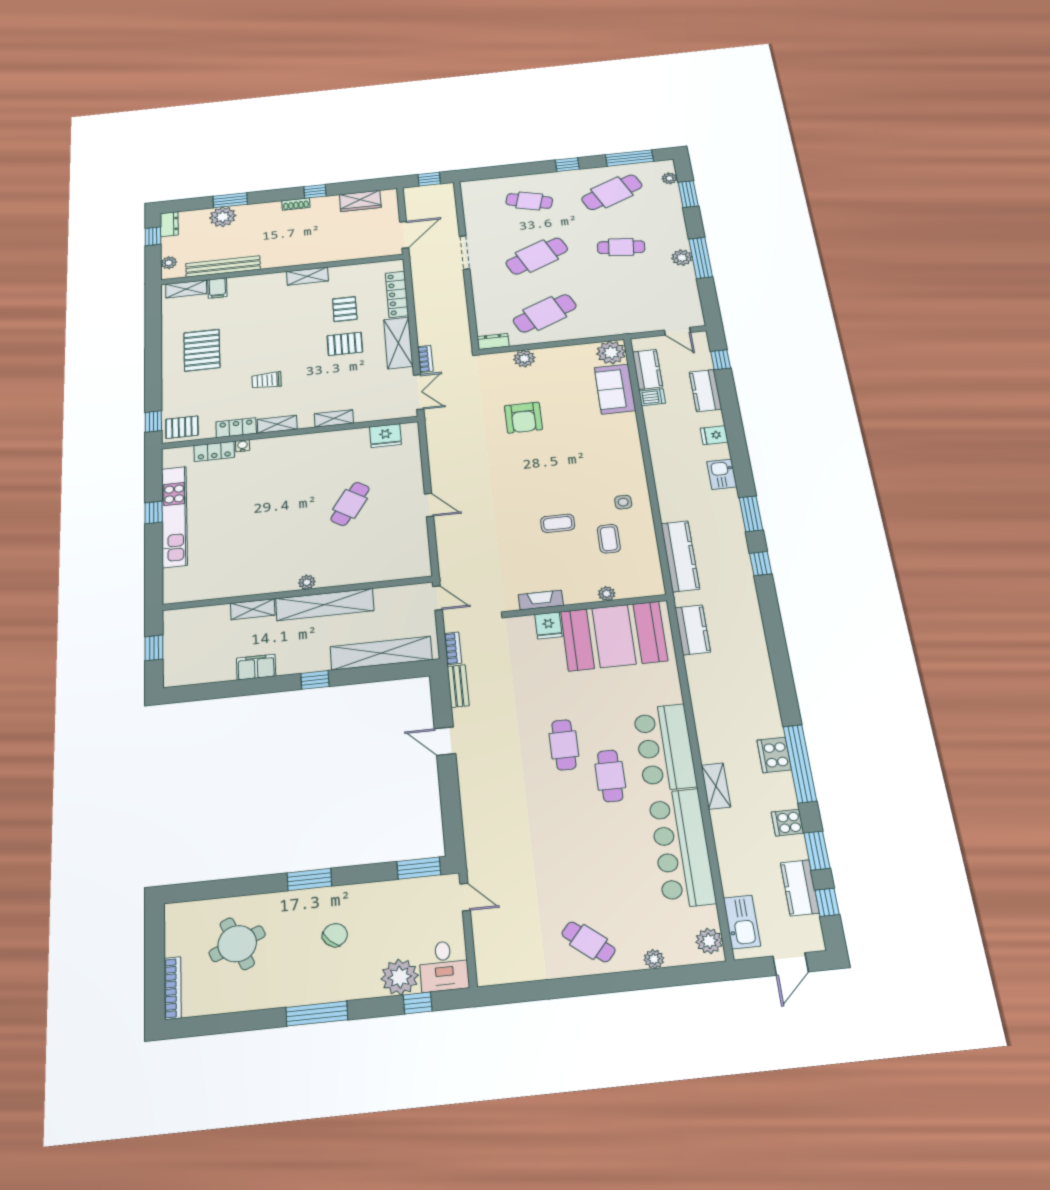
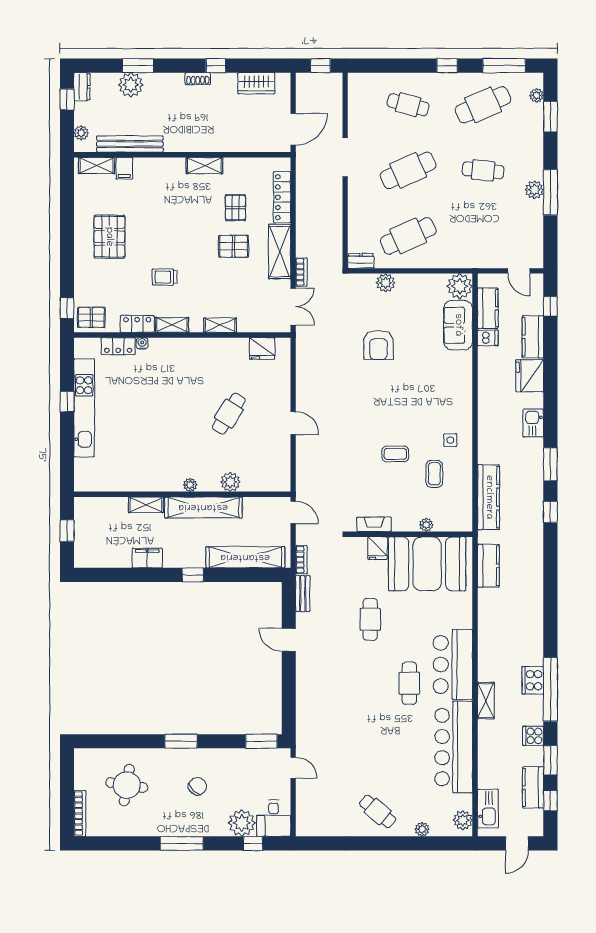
fridge: (714, 435) -> (530, 376), width x1.88, depth x1.34
plant: (357, 574) -> (230, 482), added
cafe table: (564, 745) -> (370, 619), moved
round table: (237, 944) -> (127, 785), turned 32

